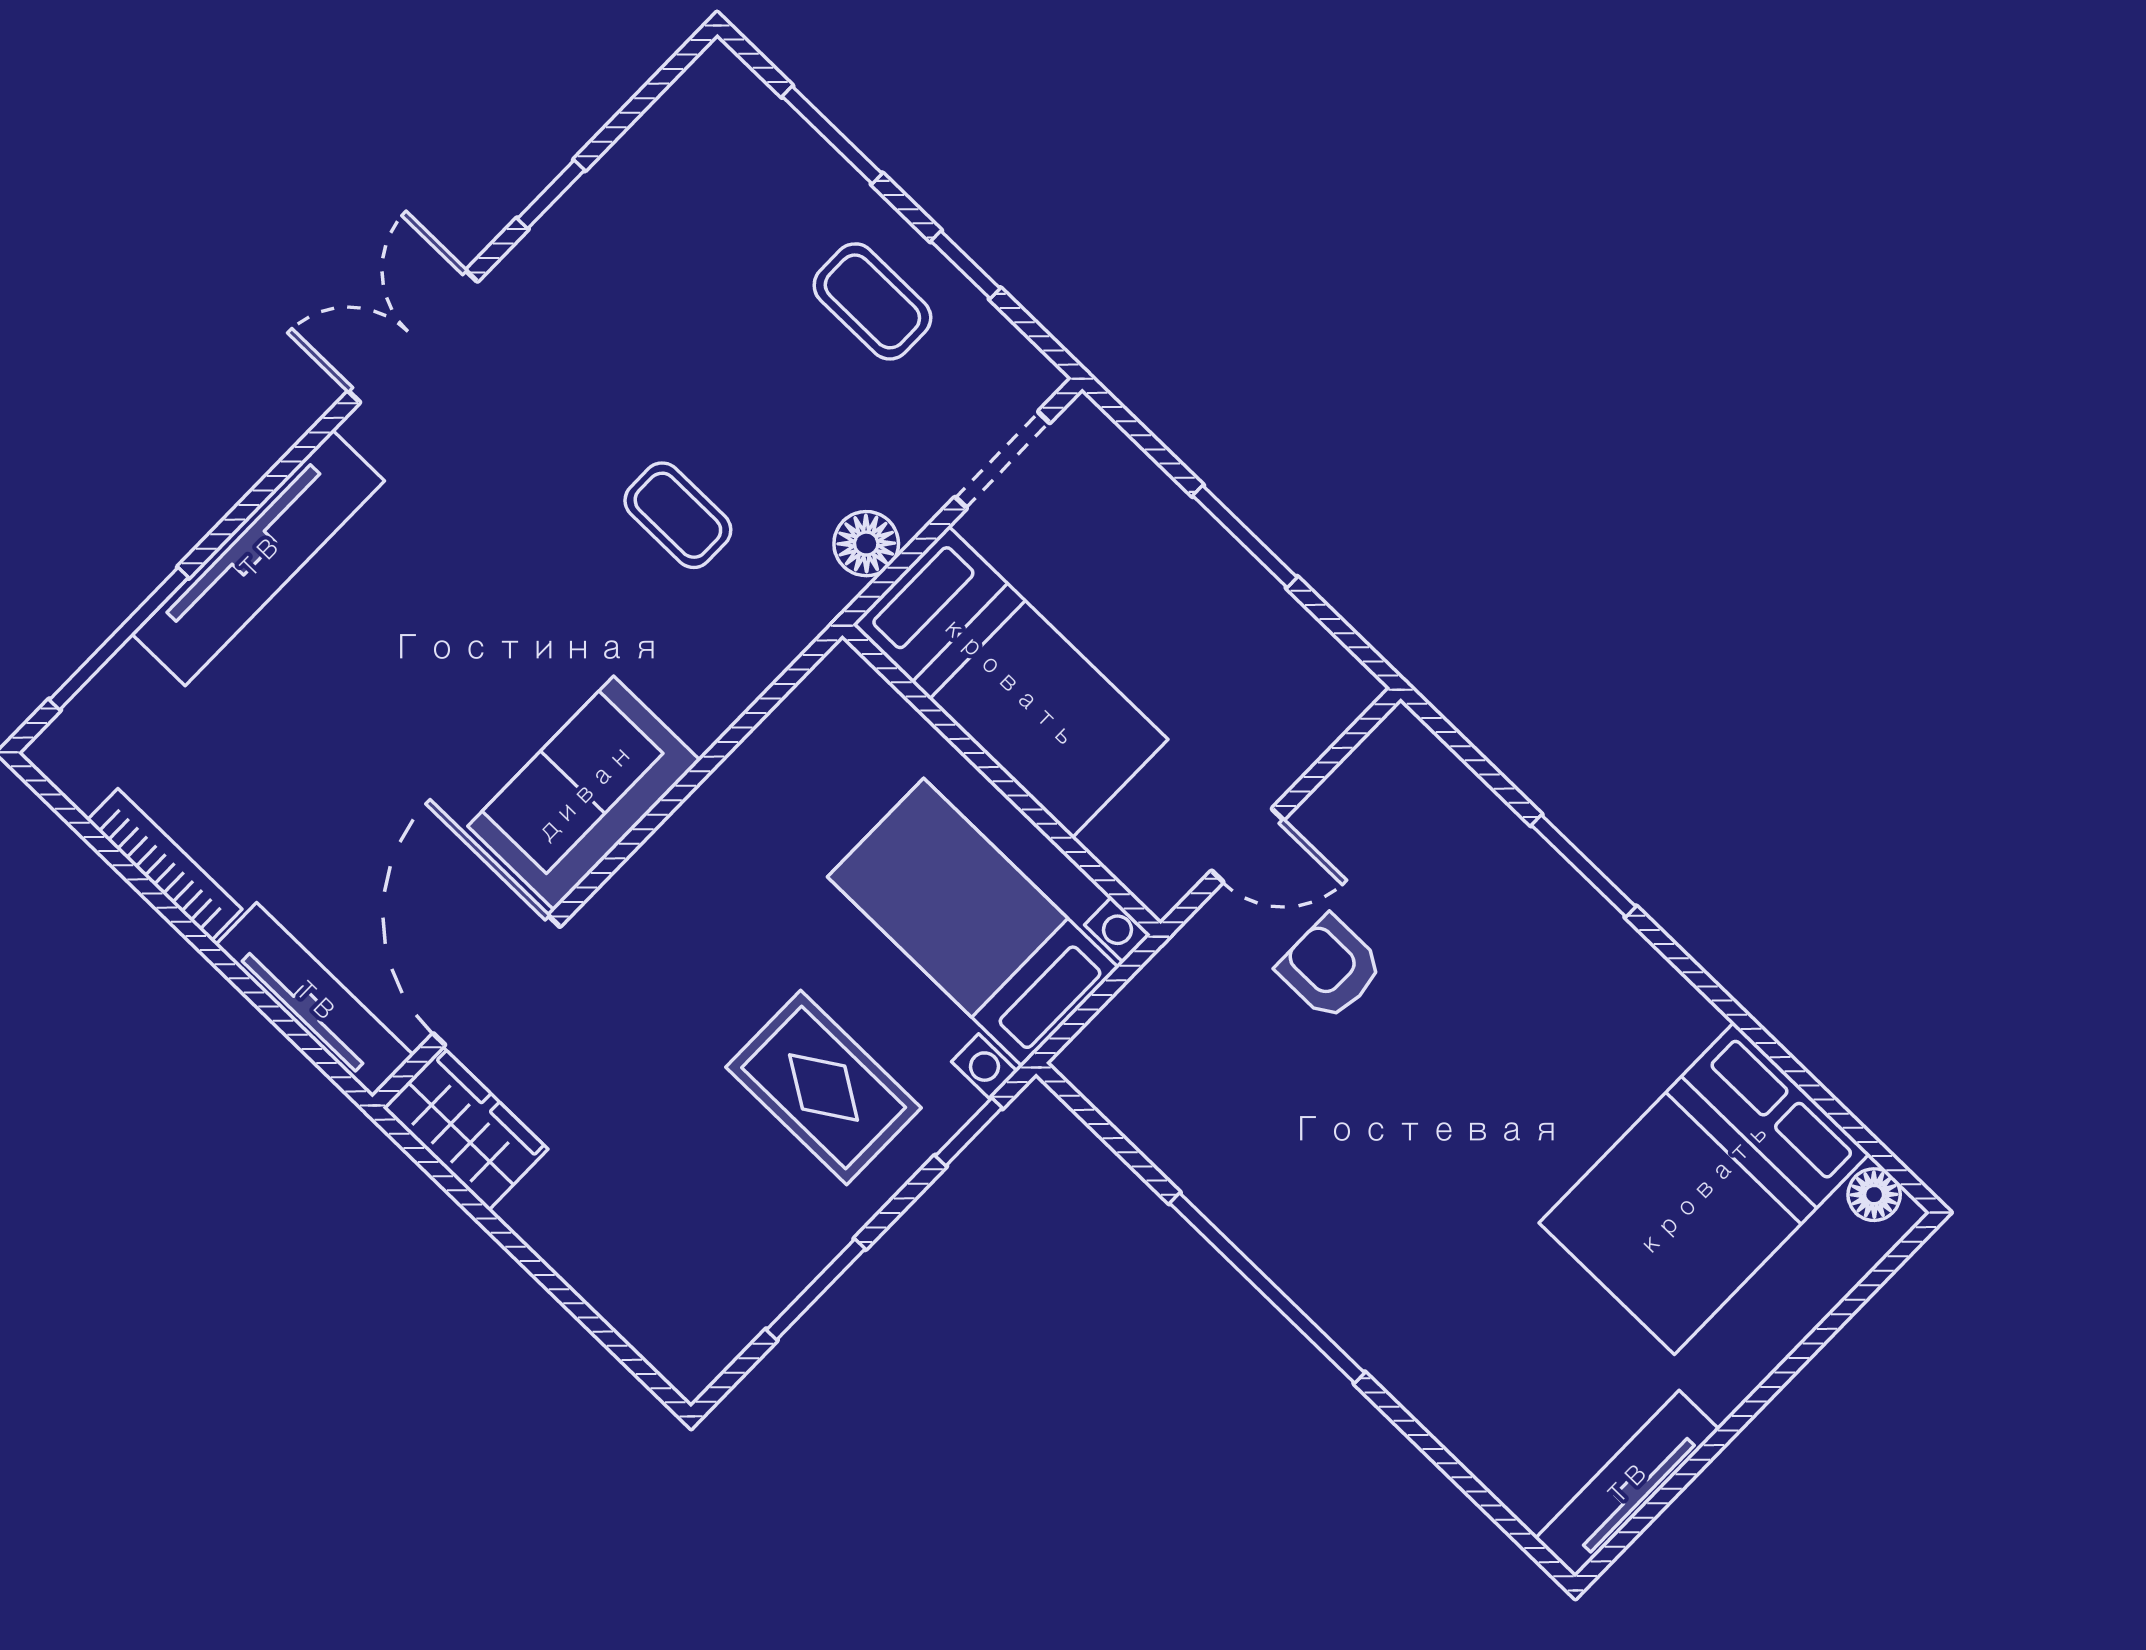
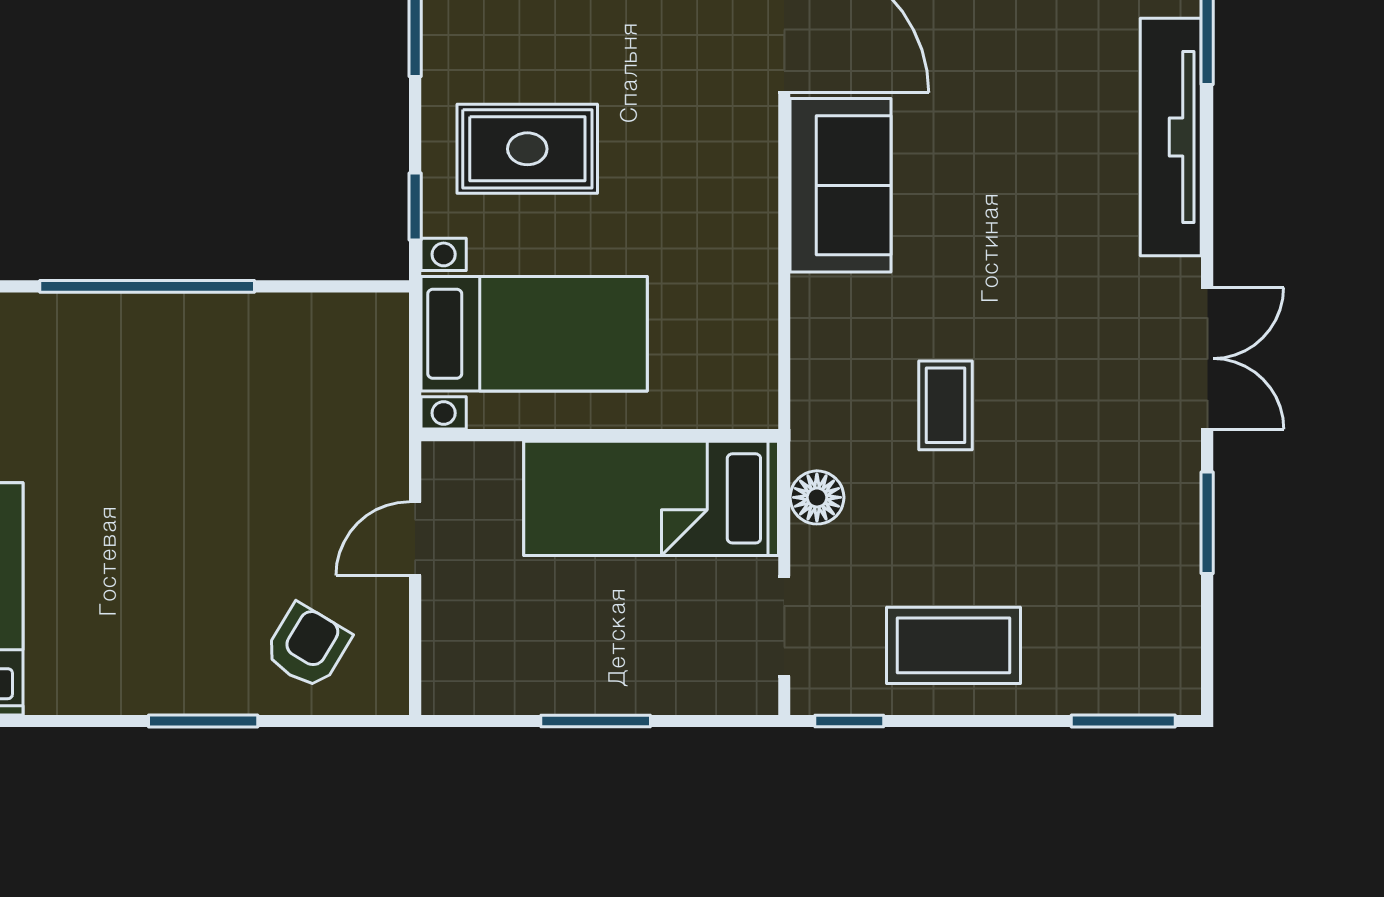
window: (832, 135) -> (1123, 721), moved
window: (551, 194) -> (1207, 523), width x1.50
window: (965, 265) -> (849, 721), moved
coffee table: (872, 301) -> (954, 645), width x1.36, depth x1.30
coffee table: (678, 515) -> (946, 405), turned 90
armchair: (1330, 968) -> (307, 646), moved, turned -59

